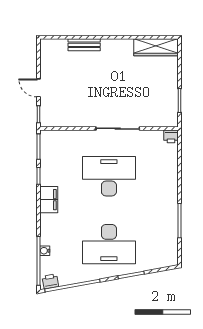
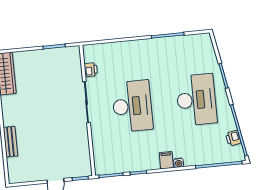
printer: (171, 136) -> (91, 70), moved
desk: (109, 176) -> (132, 106), turned 180
filing cabinet: (49, 200) -> (166, 160), width x0.50
water cooler: (45, 251) -> (179, 163), moved
printer: (50, 281) -> (233, 138), moved

